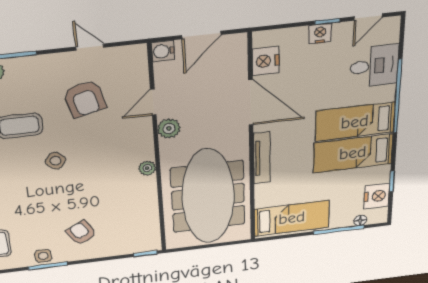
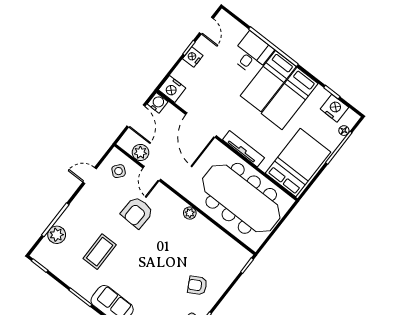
water cooler: (163, 51) -> (158, 103), moved, turned 180
nightstand: (266, 61) -> (172, 89), moved
desk: (374, 66) -> (252, 53), moved
armchair: (85, 99) -> (137, 212), moved, turned 106
door: (251, 102) -> (201, 125), swing flipped
plant: (169, 129) -> (140, 152), moved
side table: (56, 161) -> (119, 171), moved
bed: (292, 218) -> (298, 163), width x1.50

